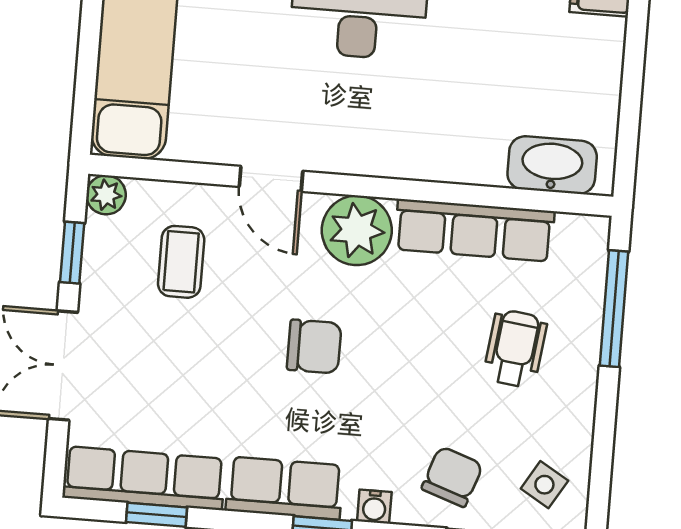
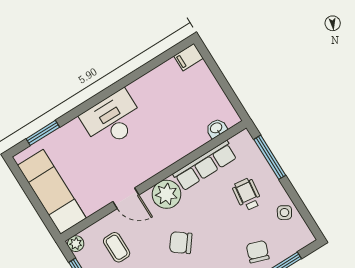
washbasin: (552, 165) -> (216, 128), width x0.52, depth x0.69
chair: (314, 346) -> (181, 243), turned -143
side table: (544, 485) -> (284, 213), moved

